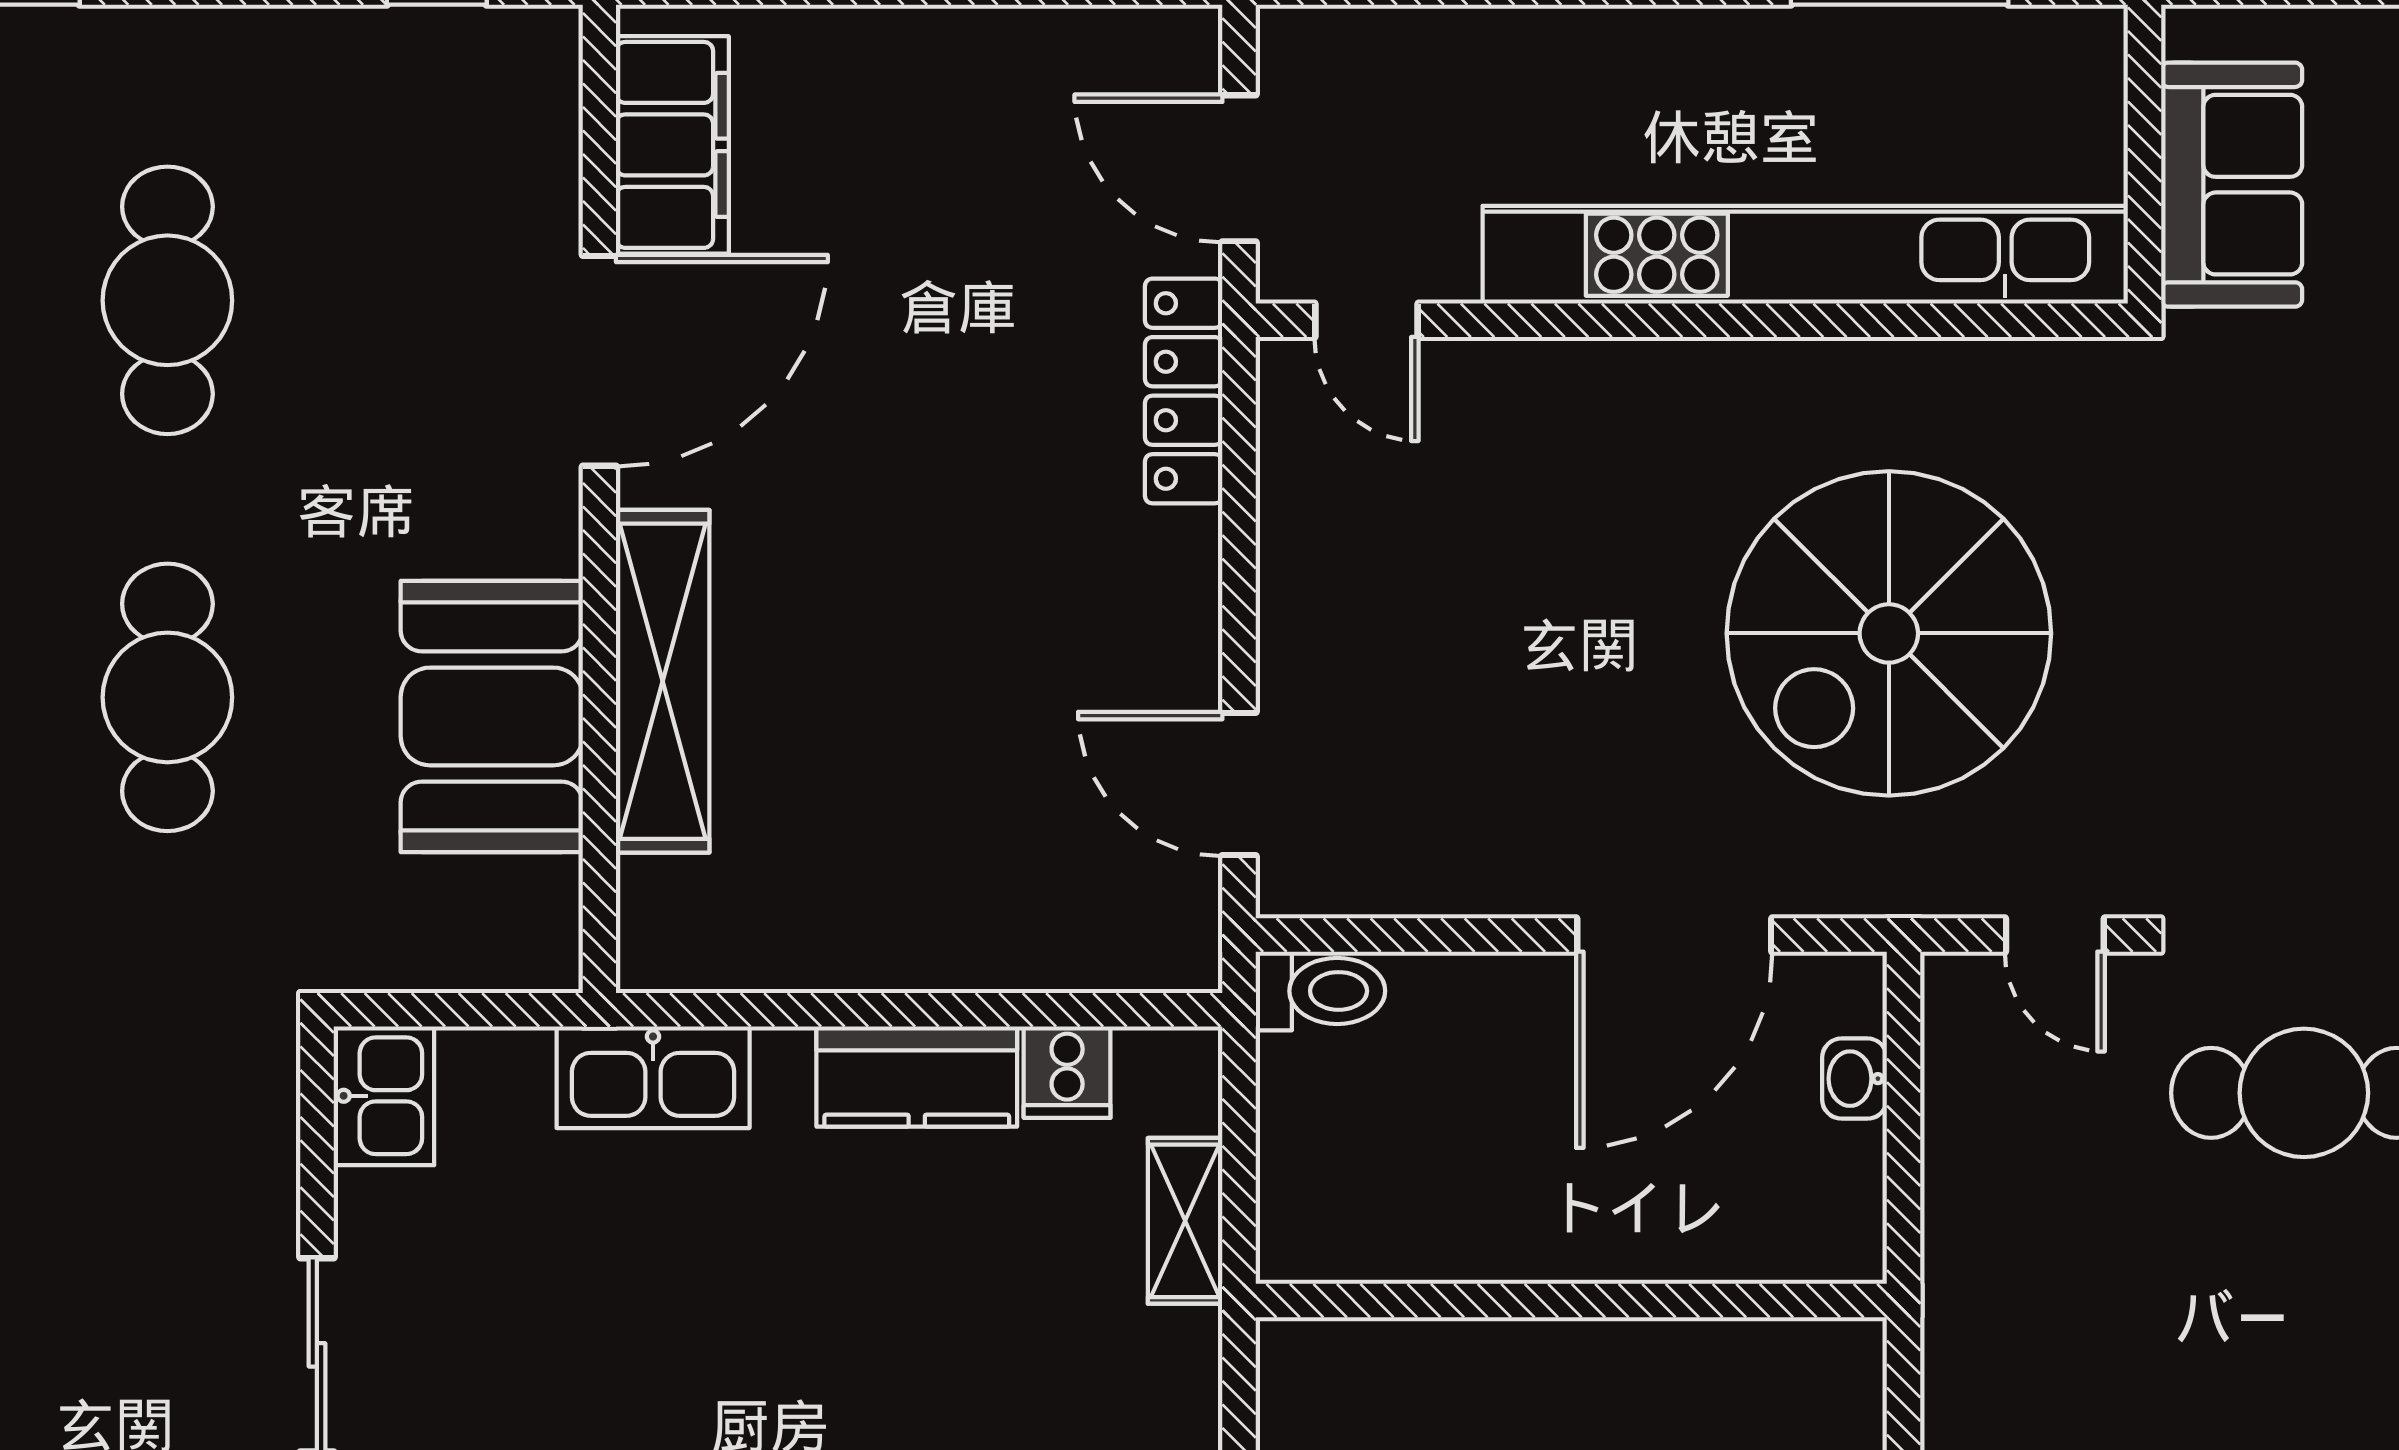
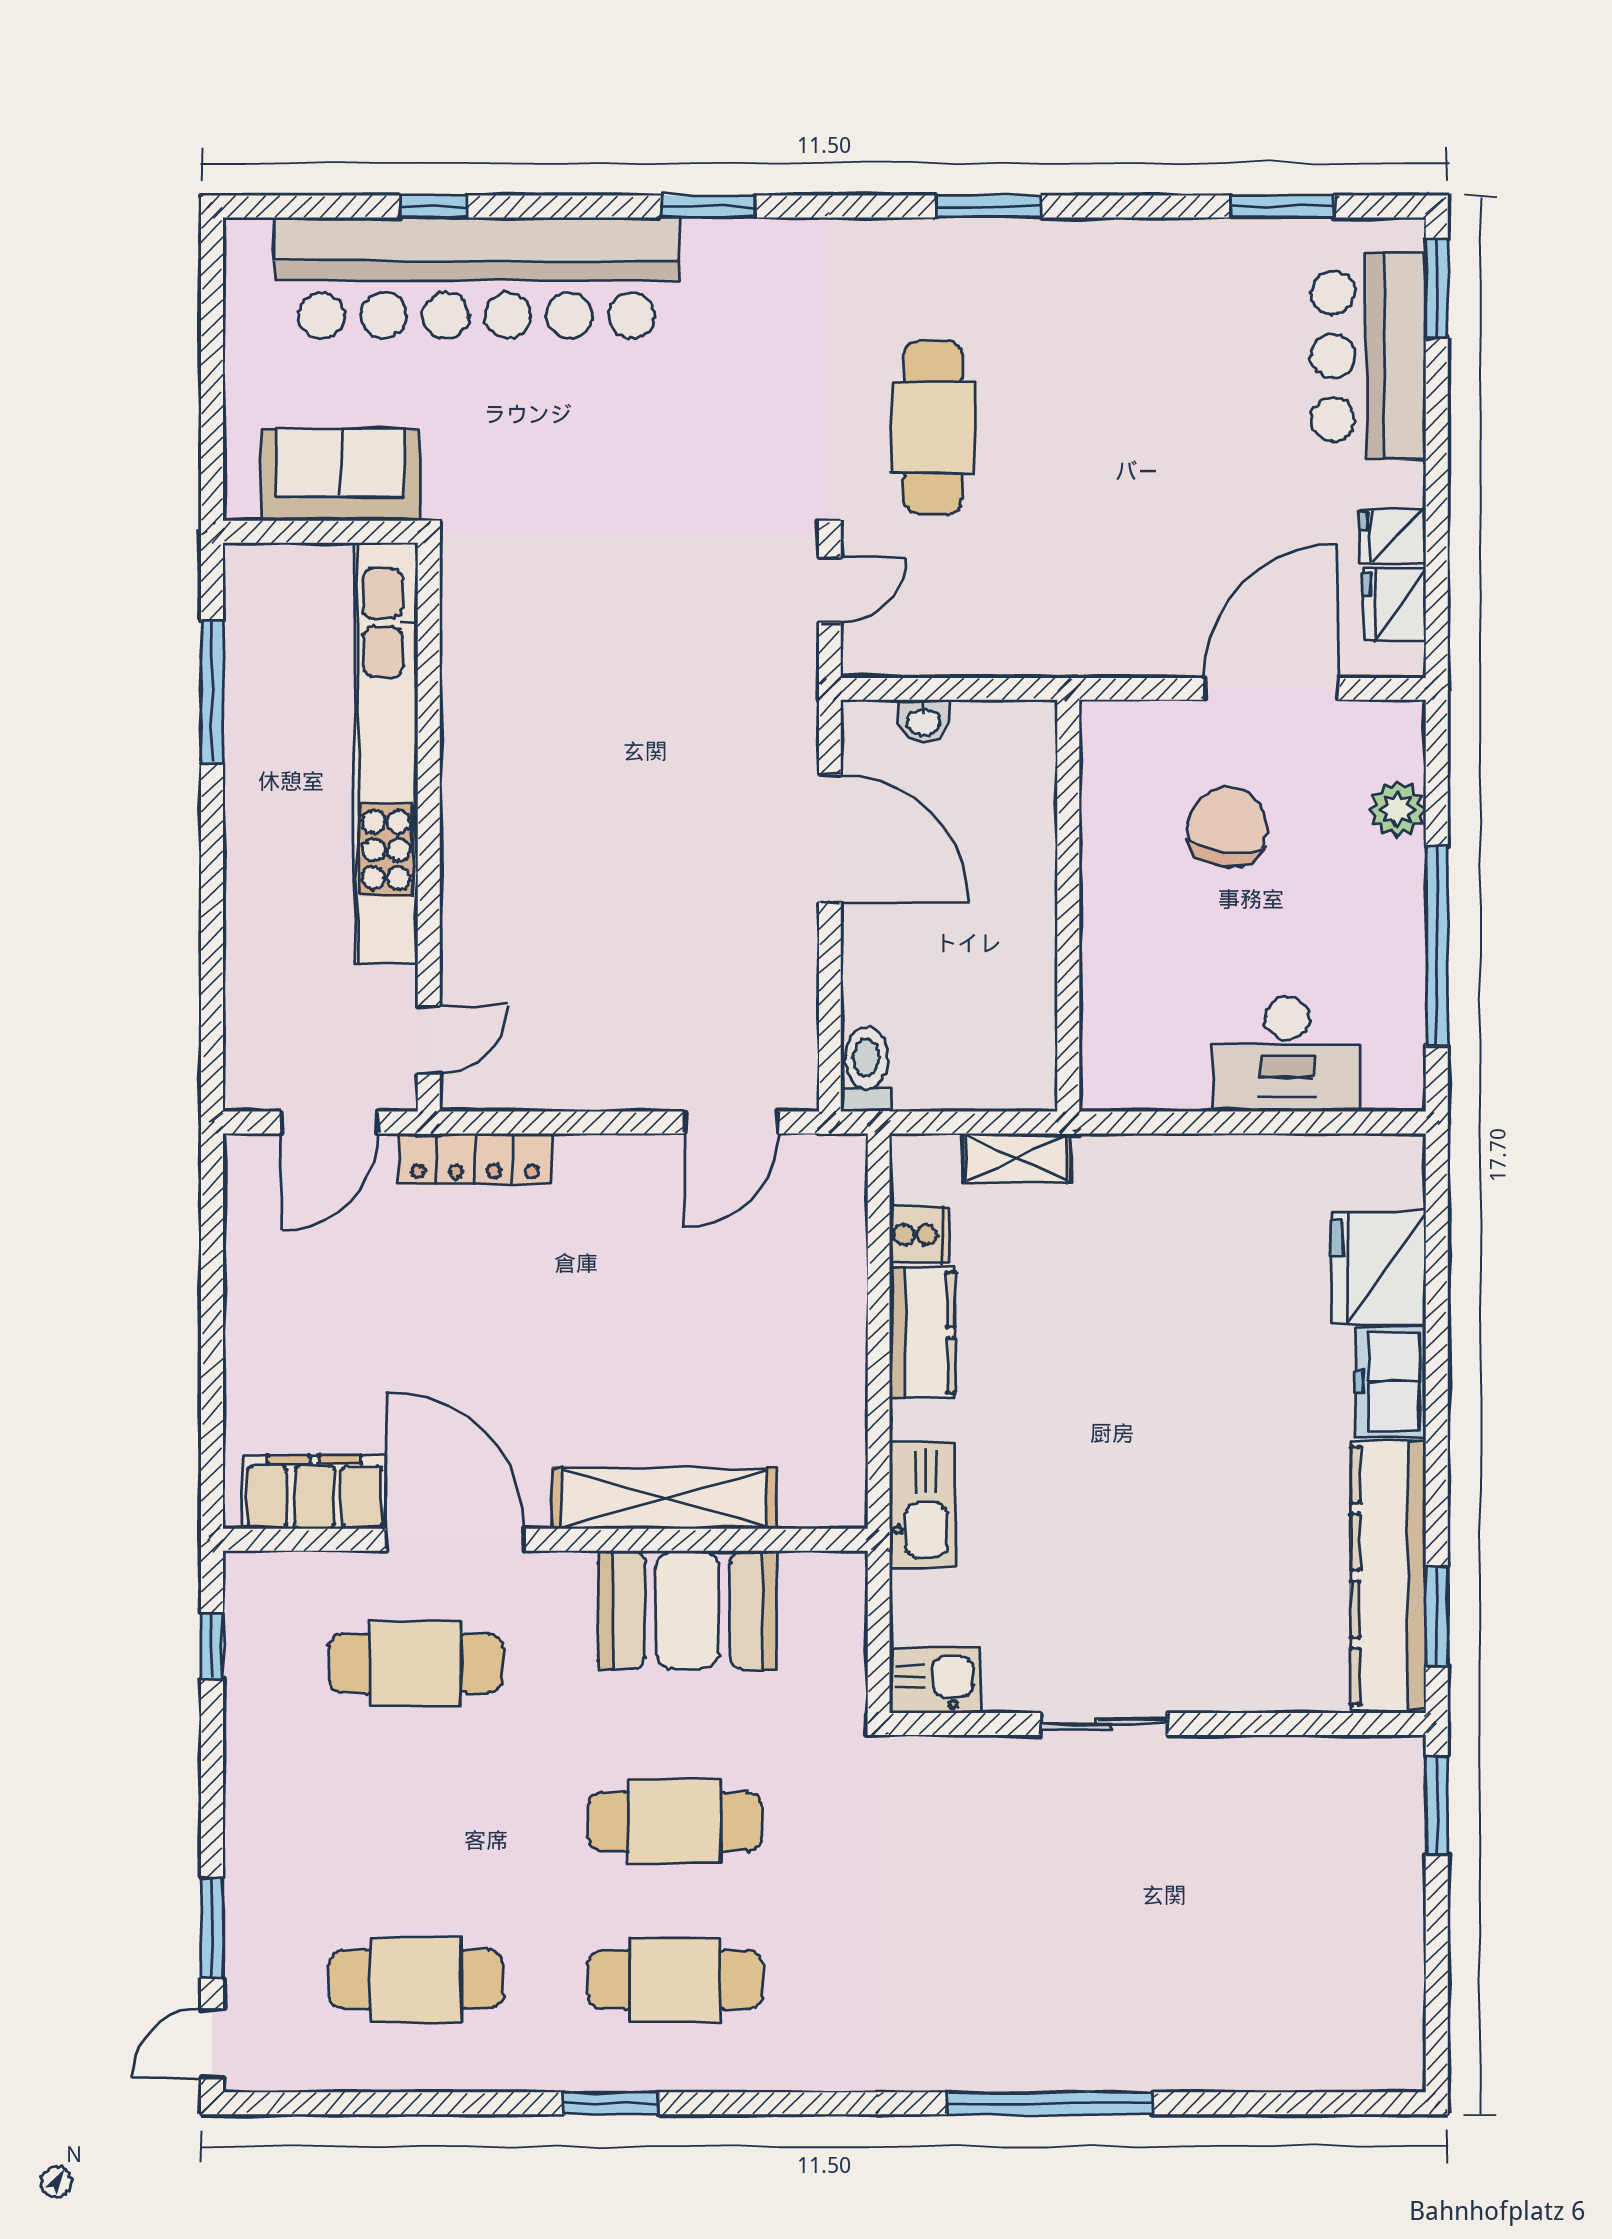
cafe table: (167, 300) -> (416, 1663), moved
spiral stairs: (1889, 633) -> (633, 698), removed

